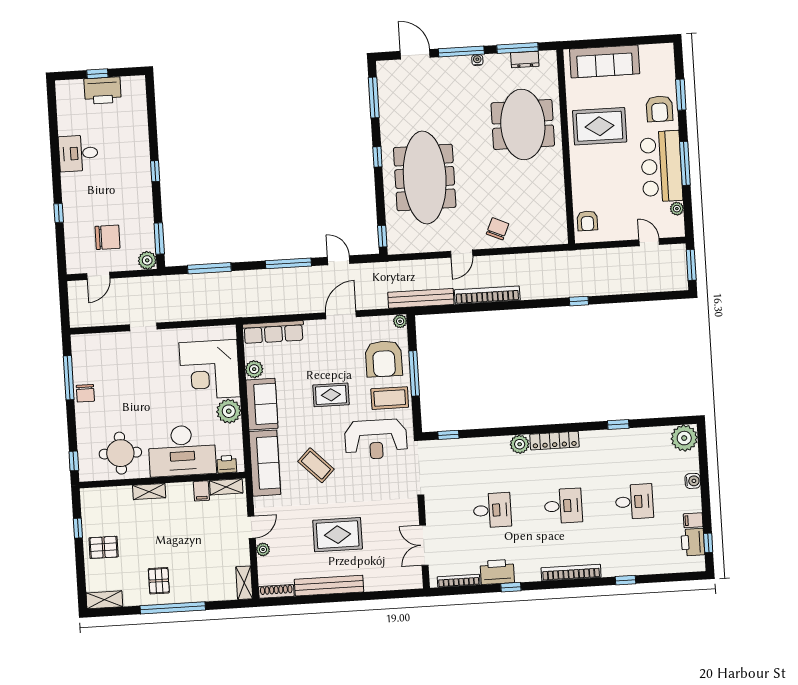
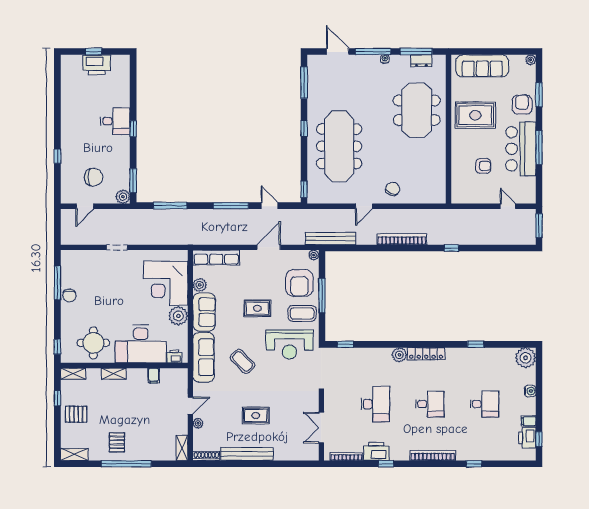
armchair: (659, 109) -> (522, 105), turned 180
desk: (78, 153) -> (115, 121), moved, turned 180
plant: (677, 209) -> (531, 60), moved
armchair: (587, 221) -> (483, 166), moved, turned -90
bookcase: (487, 295) -> (402, 239), moved
shelving: (226, 487) -> (73, 374), moved
desk: (492, 510) -> (375, 404), width x1.37
rug: (338, 535) -> (256, 415), width x0.73, depth x0.70

